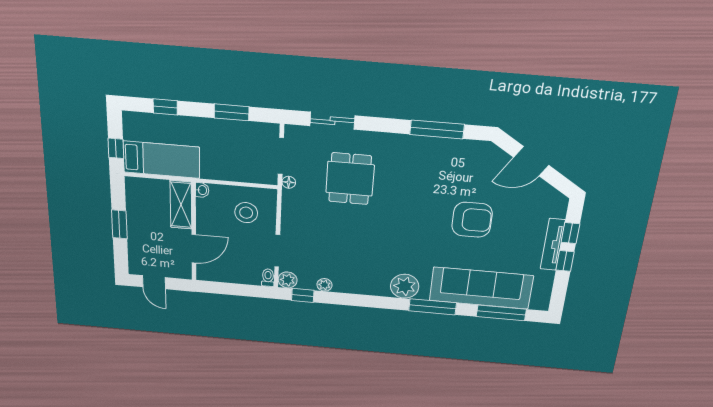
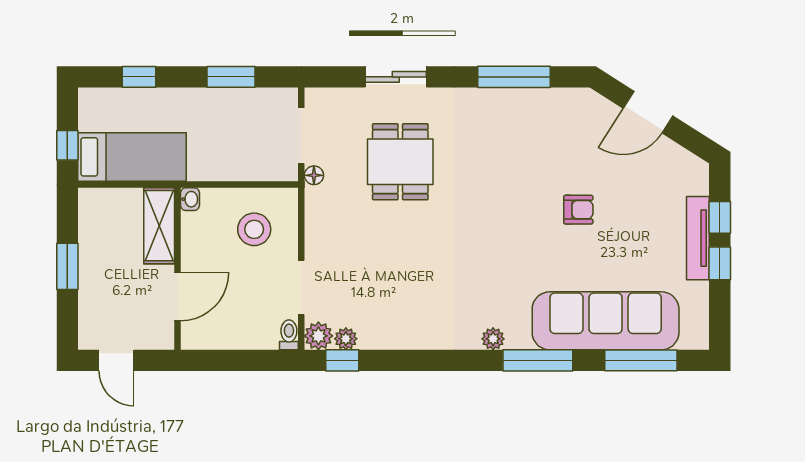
sliding door: (332, 121) -> (396, 77), moved
armchair: (472, 220) -> (578, 210), width x0.53, depth x0.53
plant: (325, 285) -> (346, 339), moved
plant: (405, 286) -> (493, 339), width x0.53, depth x0.53

